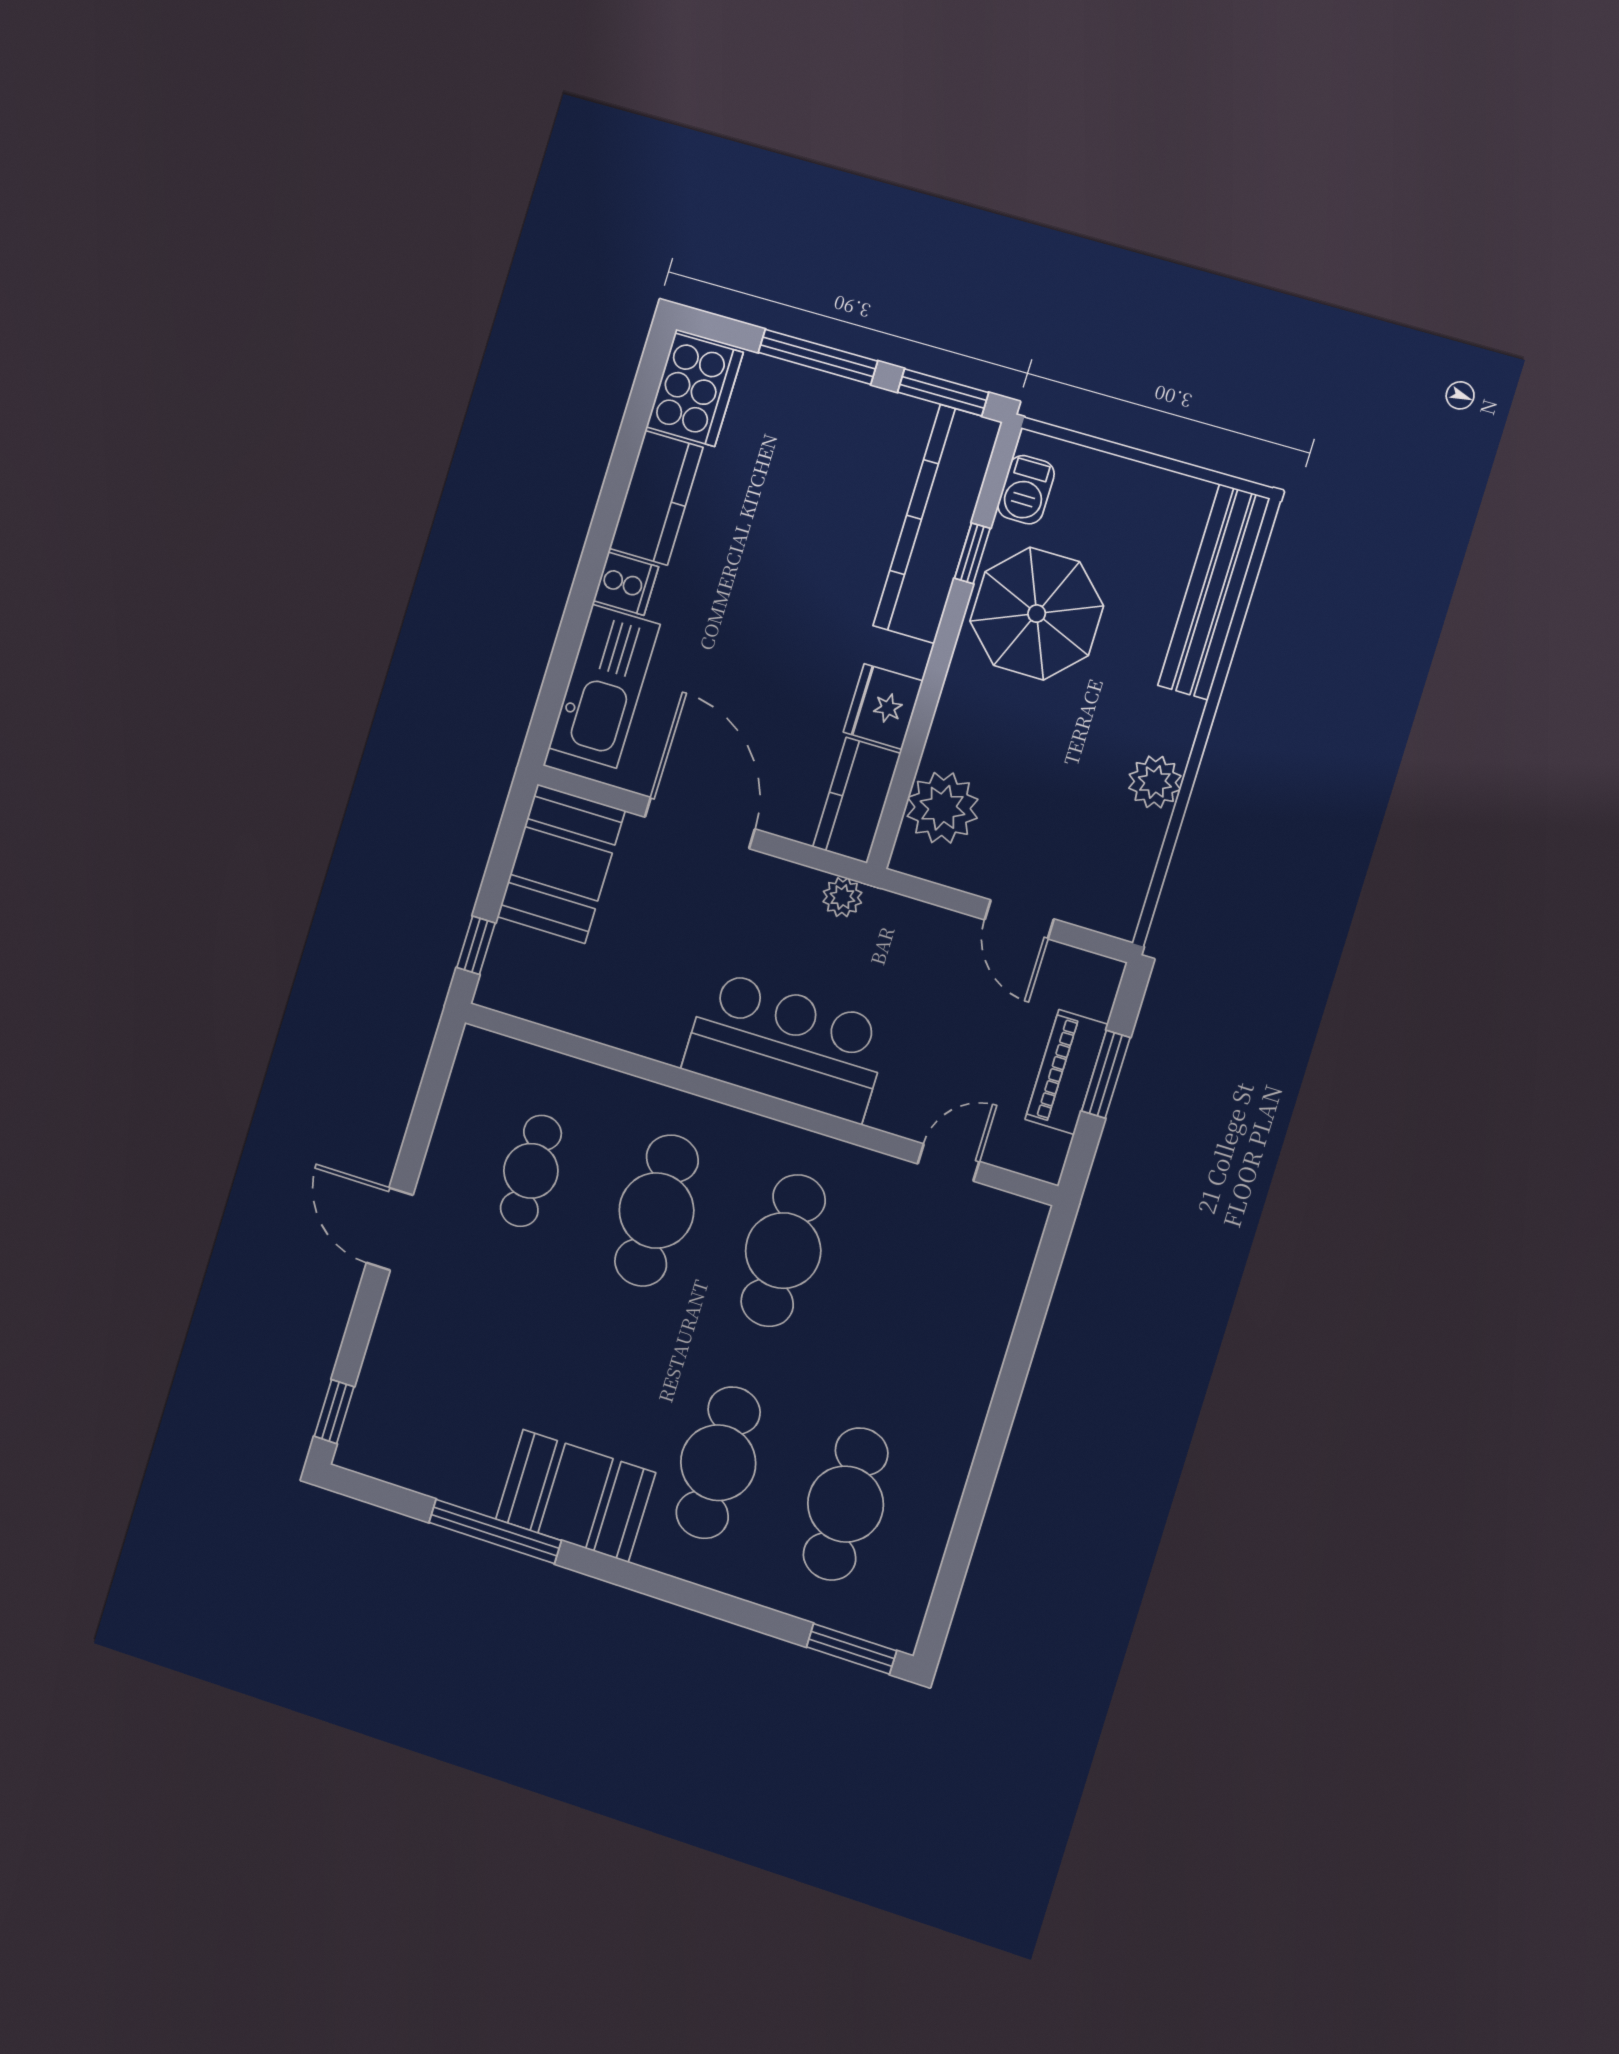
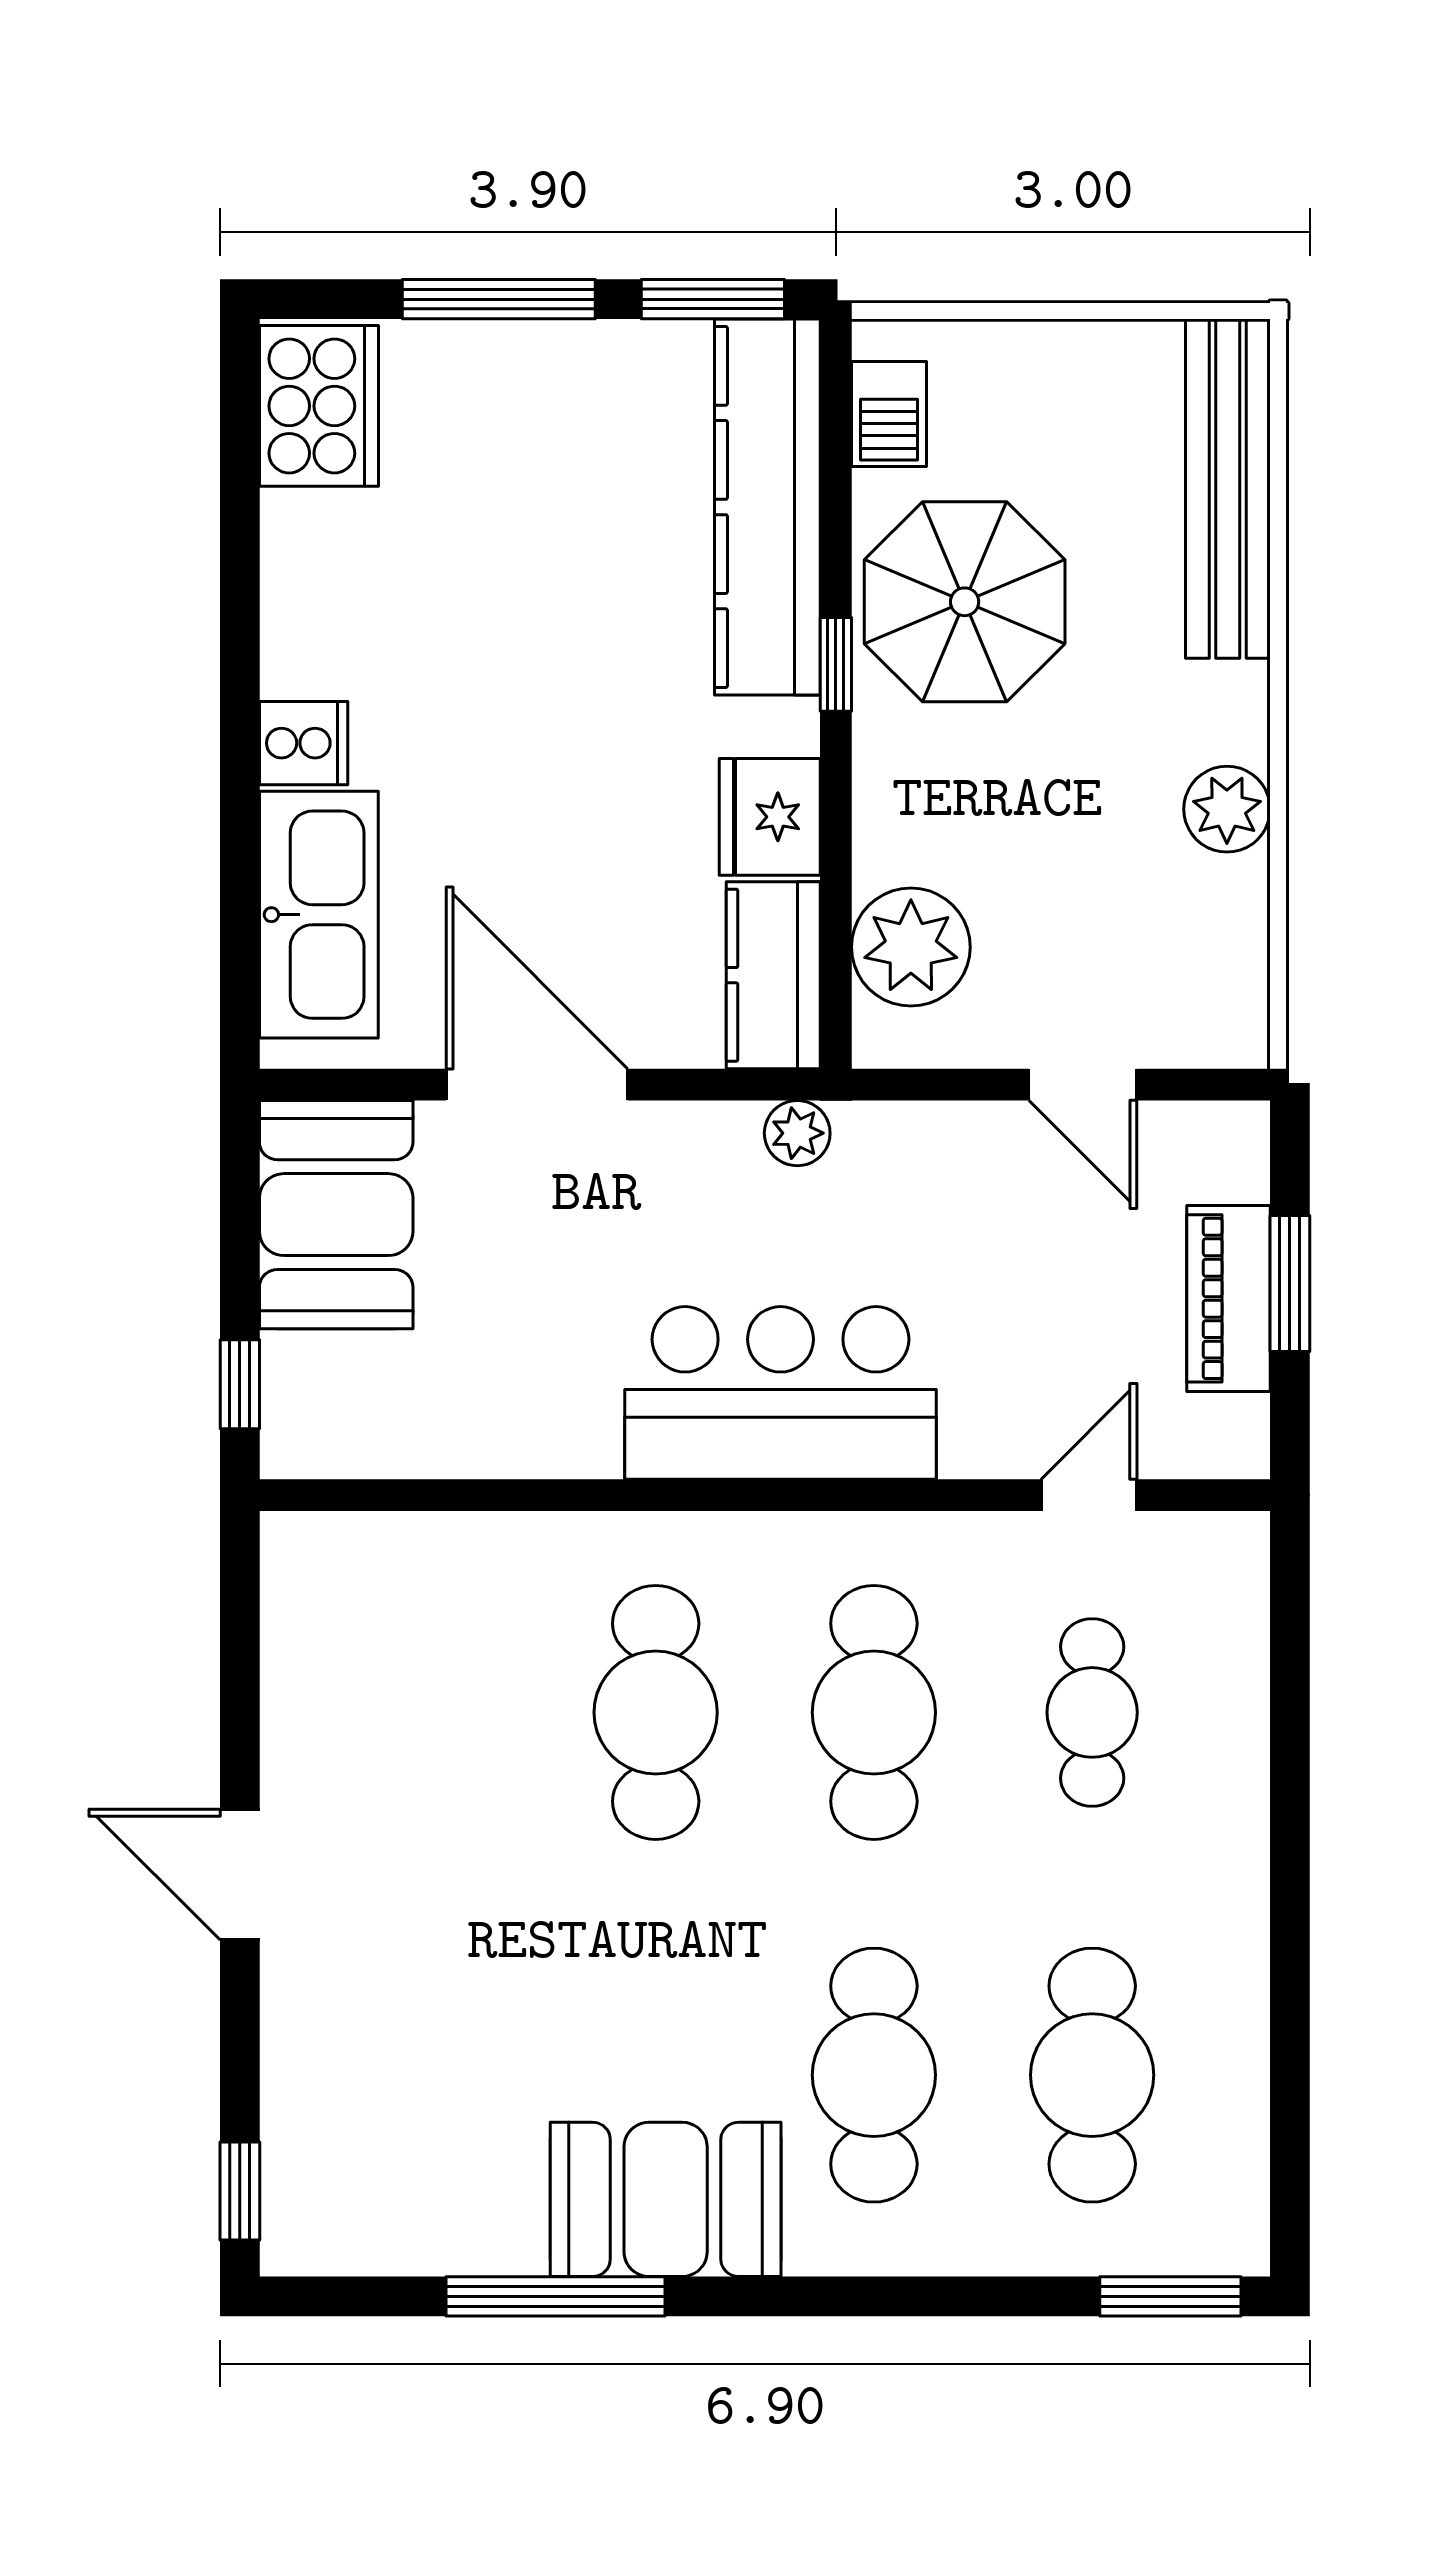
kitchen counter: (656, 498) -> (310, 594), removed
window: (972, 553) -> (836, 664), moved
cafe table: (531, 1171) -> (1092, 1712), moved

